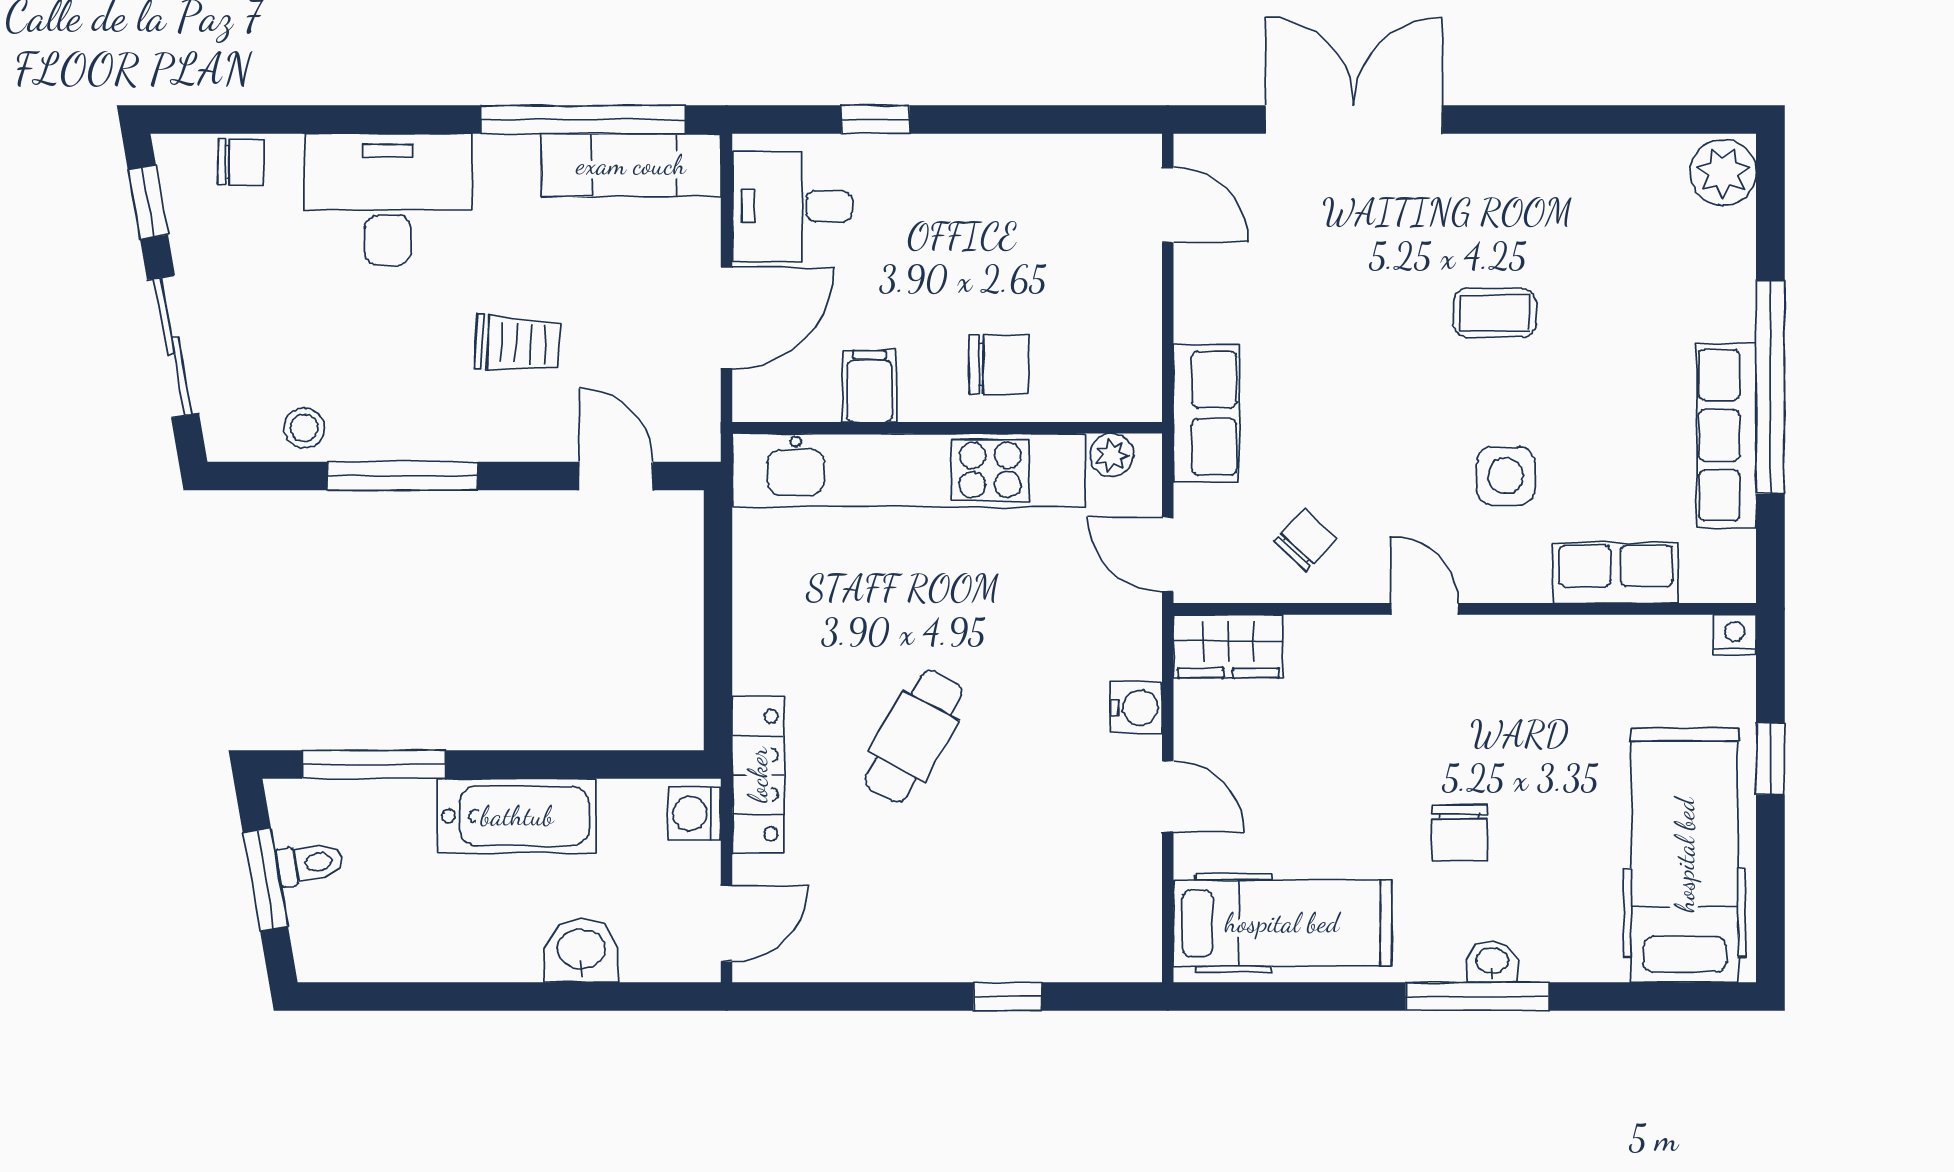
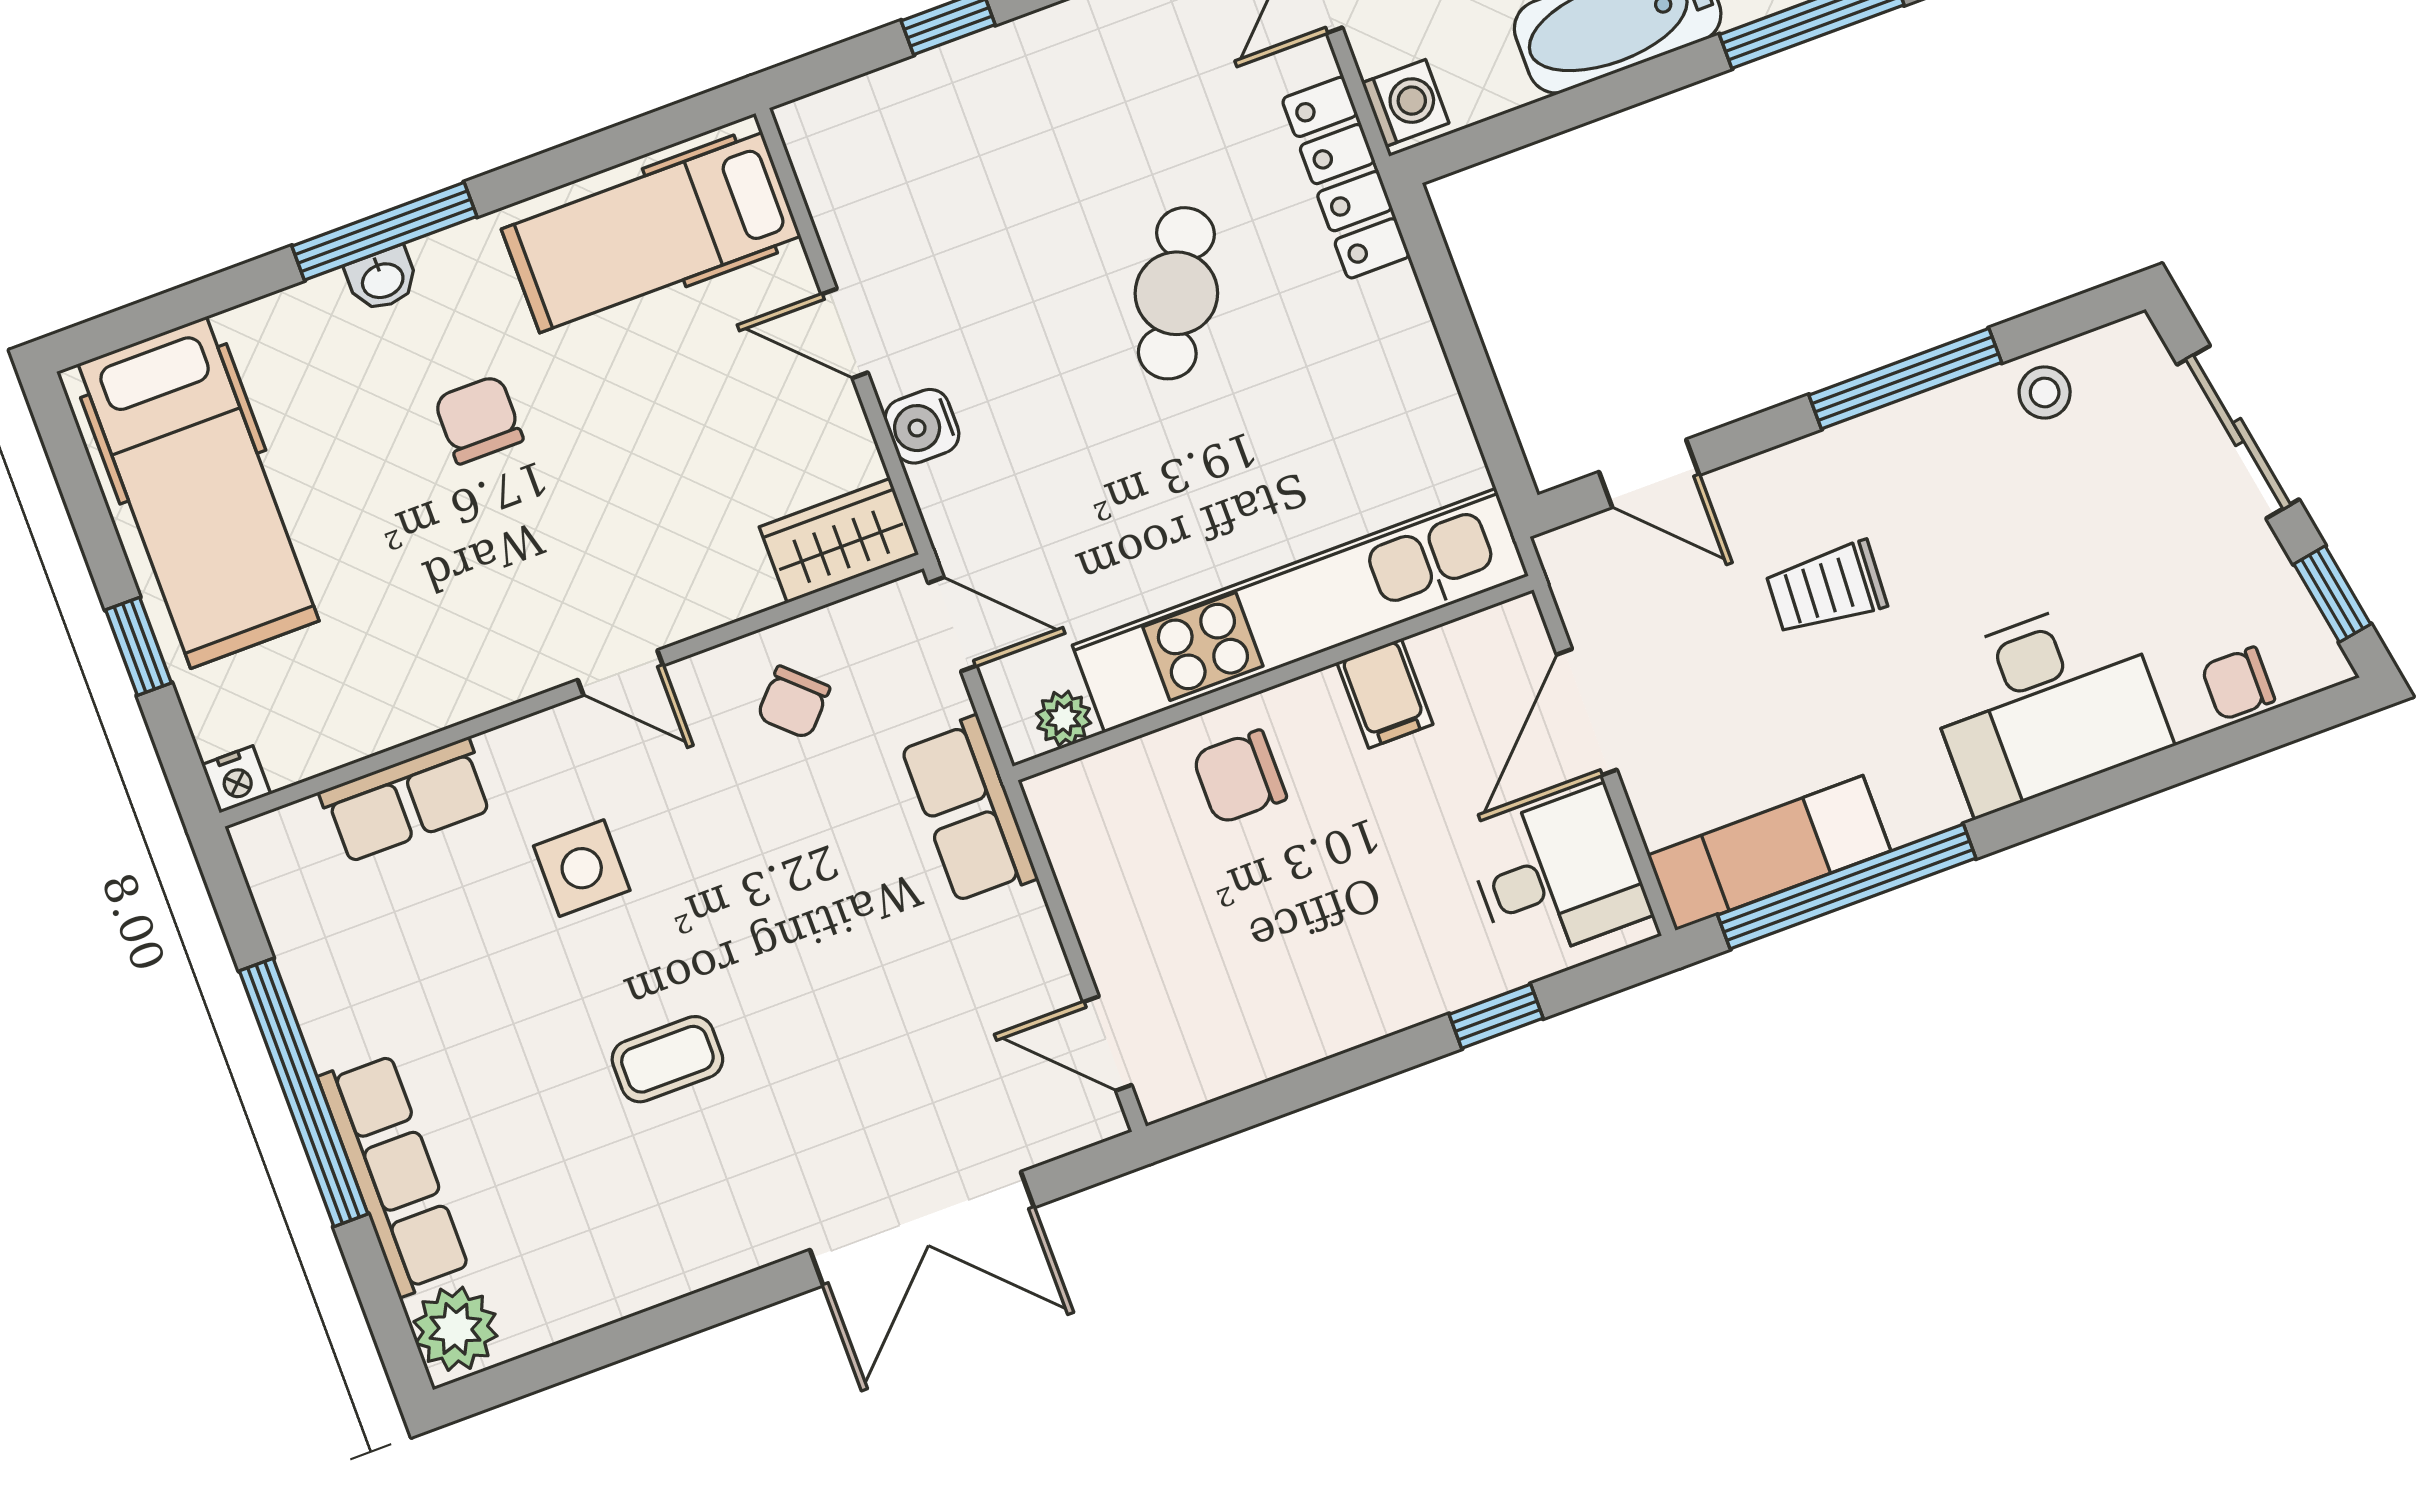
row of seats: (1726, 435) -> (394, 1174), moved

